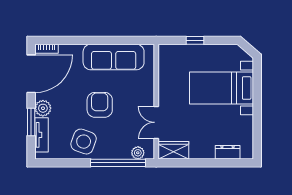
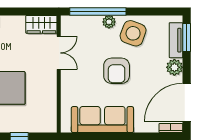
window: (31, 122) -> (187, 38), moved
plant: (138, 153) -> (109, 22), moved

